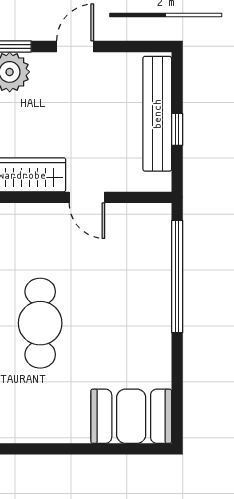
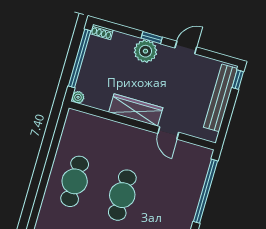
window: (177, 129) -> (238, 80), moved

